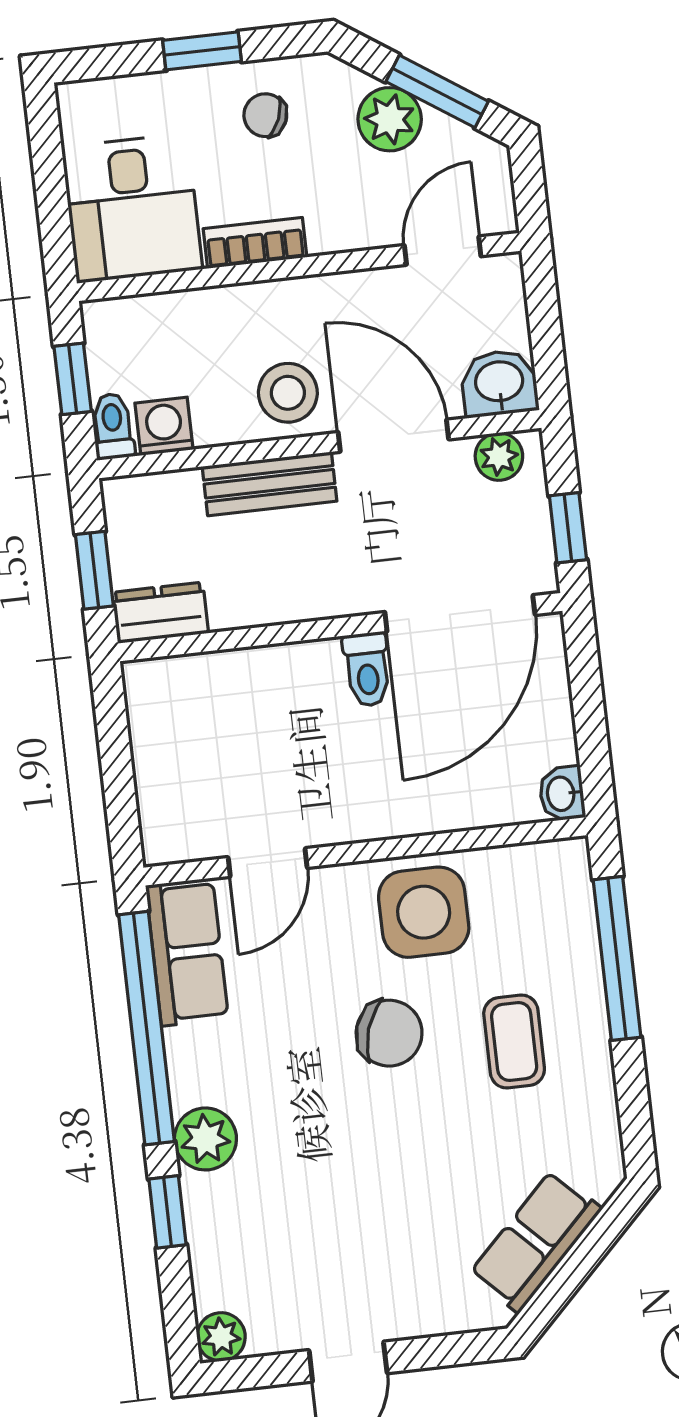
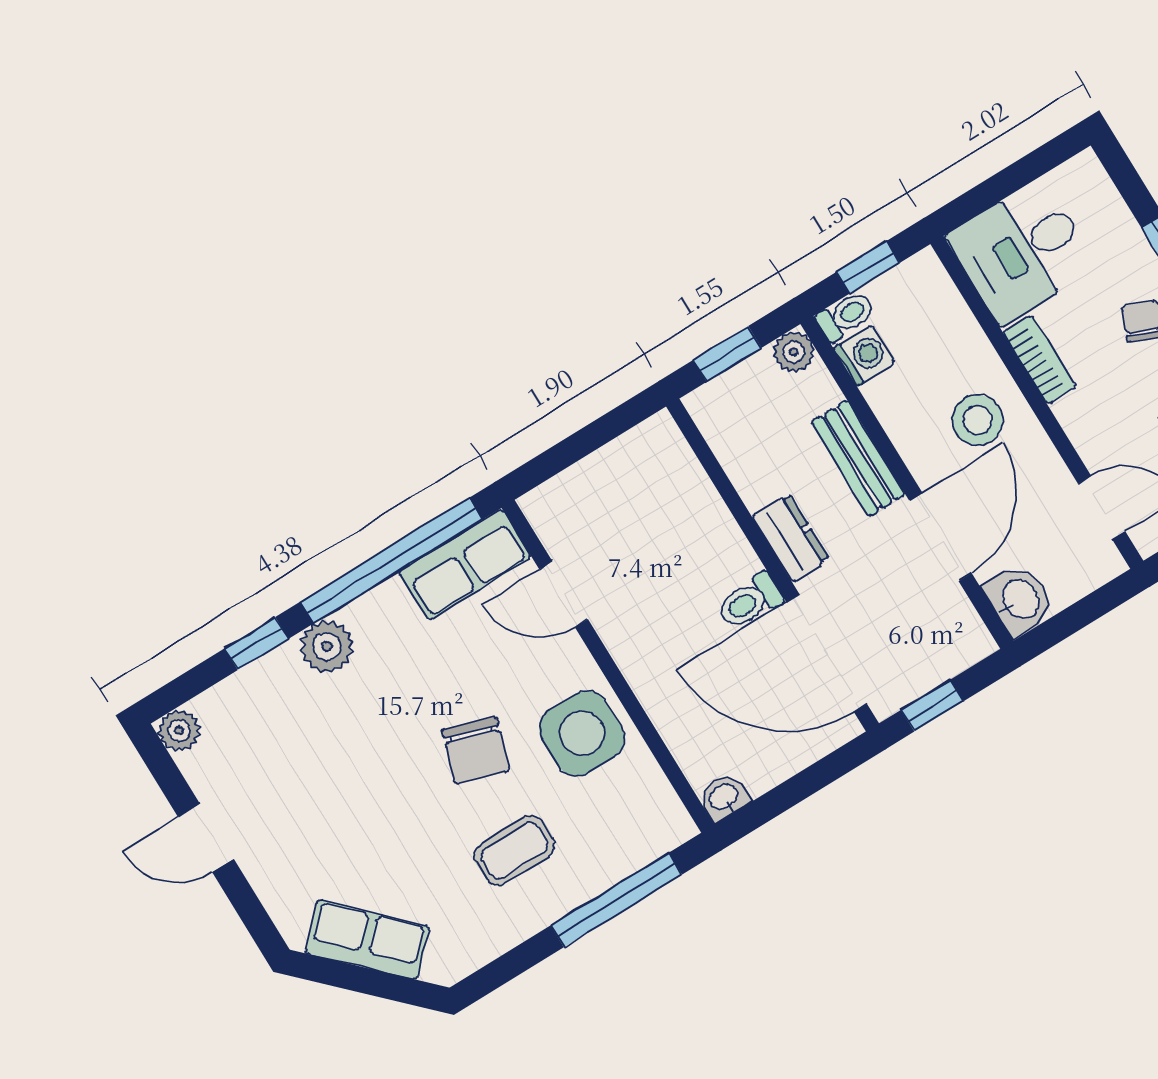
stool: (288, 393) -> (977, 420), moved
plant: (499, 457) -> (794, 352), moved
dresser: (160, 613) -> (791, 538), moved

